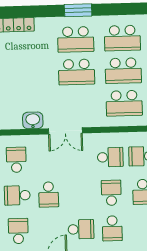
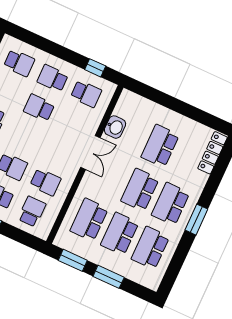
school desk: (30, 73) -> (160, 146), added
double door: (65, 131) -> (90, 152), swing flipped
school desk: (110, 157) -> (45, 182), turned -90
school desk: (17, 195) -> (53, 78), turned -90

